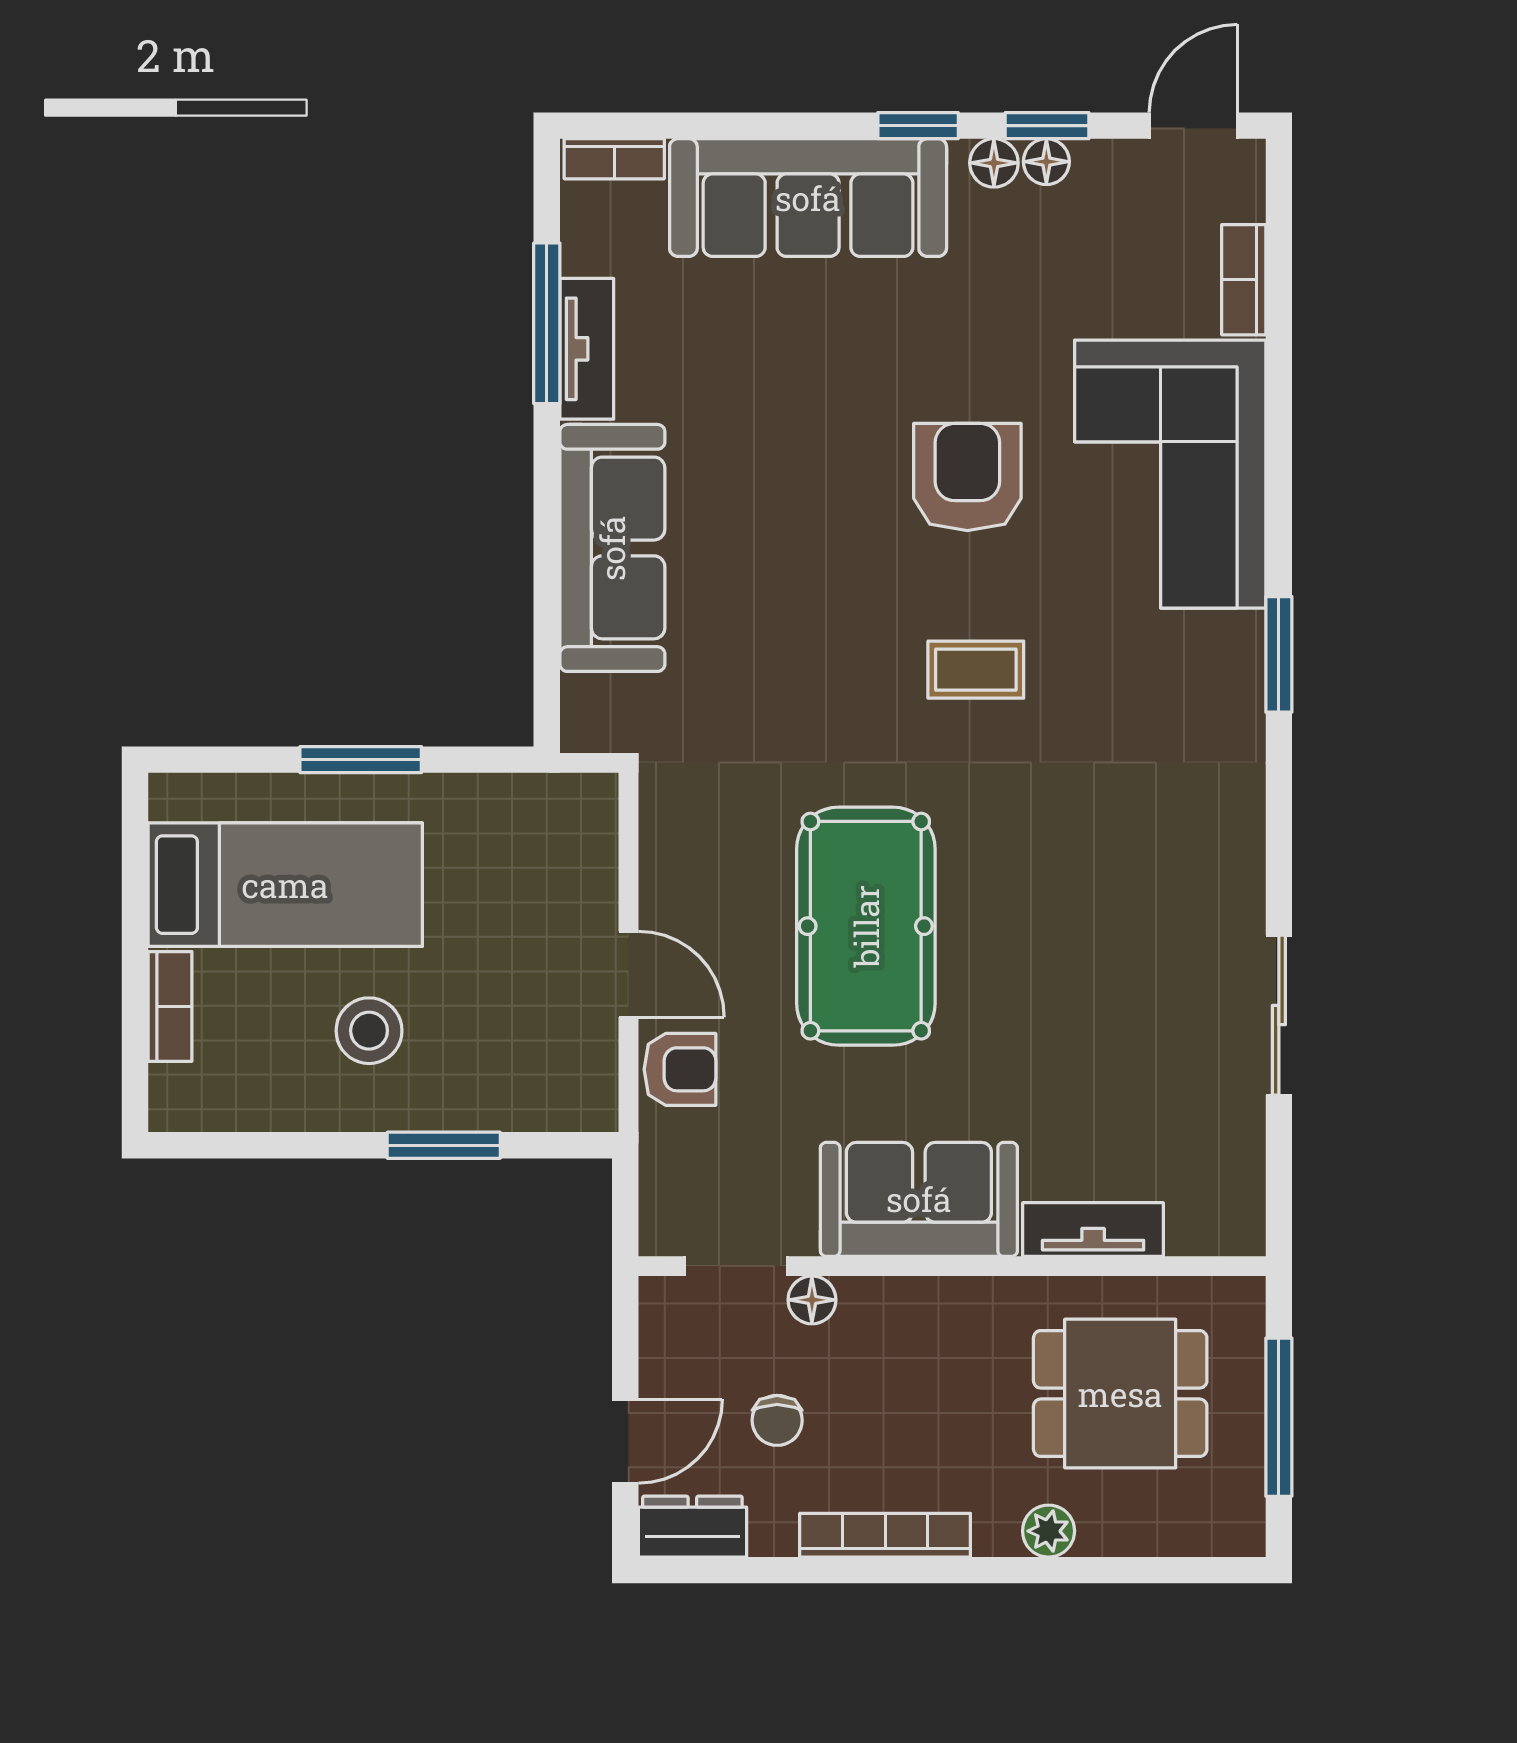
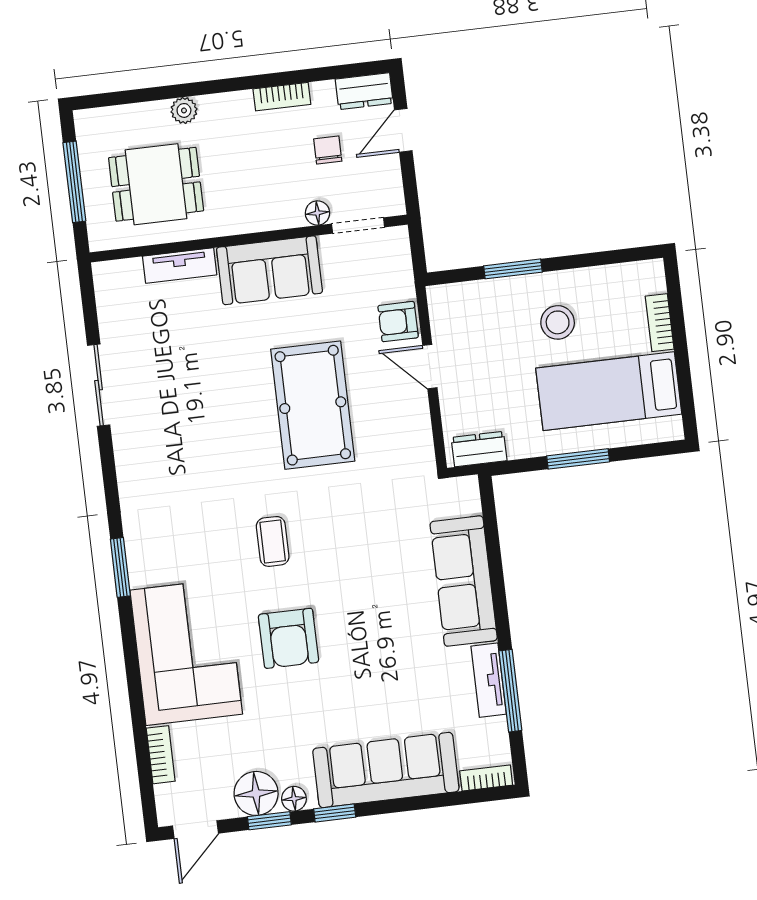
floor lamp: (1046, 162) -> (256, 793), width x1.89, depth x1.89
coffee table: (976, 670) -> (273, 541), turned 90
dresser: (552, 802) -> (479, 449), added
bookcase: (885, 1535) -> (282, 97), width x0.64

